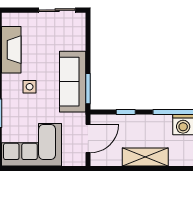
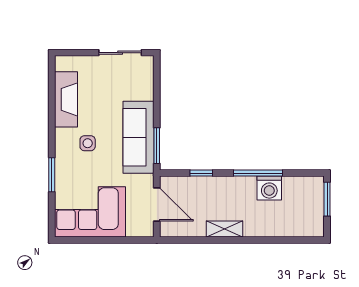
door: (88, 138) -> (157, 204), hinge flipped
shelving: (145, 157) -> (225, 229), width x0.67, depth x0.75

